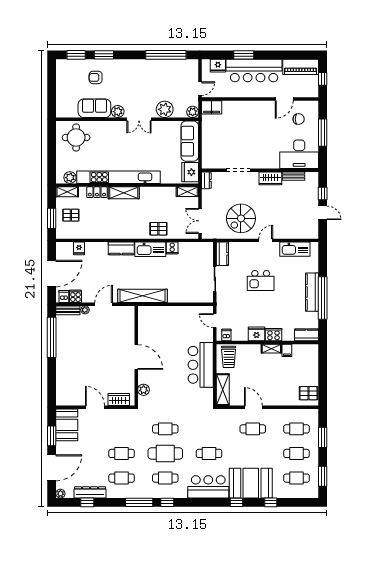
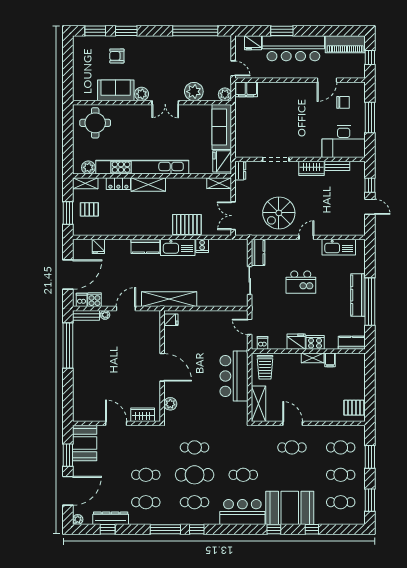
door: (200, 89) -> (233, 68), hinge flipped
pallet: (158, 229) -> (187, 224), width x1.50, depth x1.42
fridge: (144, 314) -> (171, 320), added

